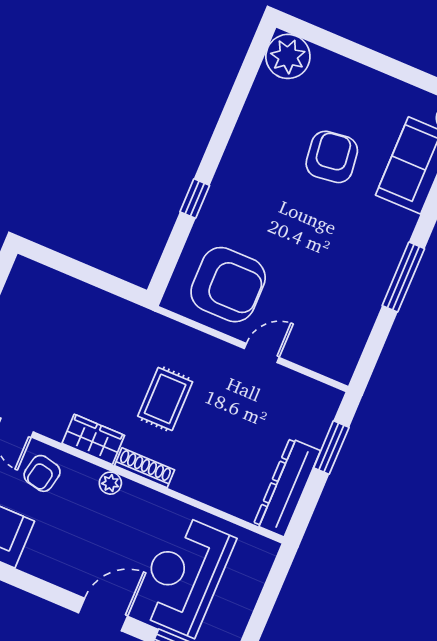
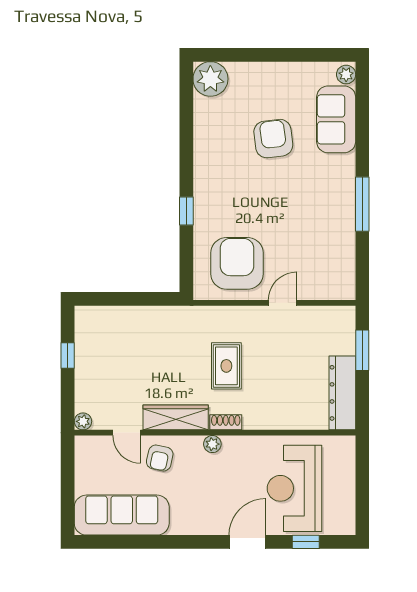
armchair: (228, 285) -> (237, 263), turned -90
wardrobe: (93, 439) -> (176, 417), width x1.50
shoe rack: (145, 468) -> (226, 422), width x0.70

